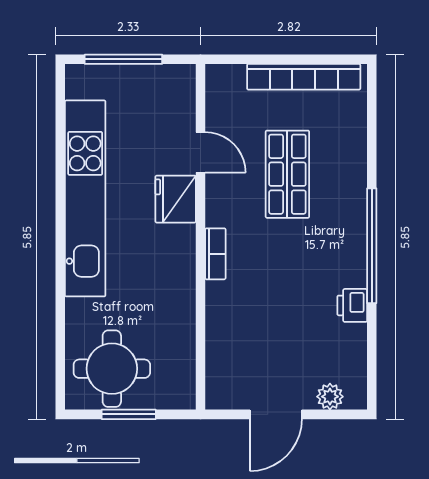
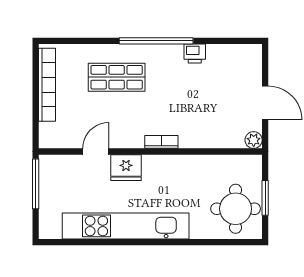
window: (123, 59) -> (36, 184), moved
shop shelf: (287, 174) -> (117, 77), moved
plant: (330, 397) -> (254, 140), moved

